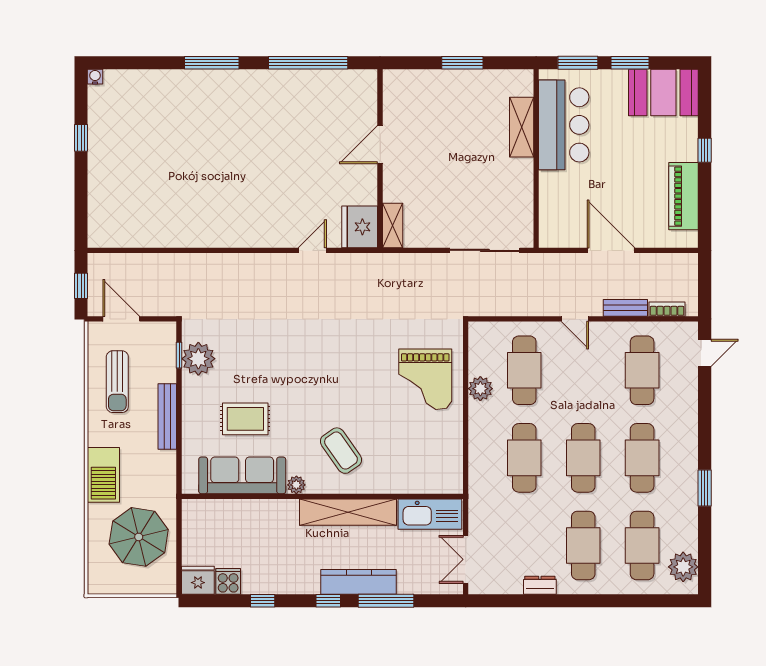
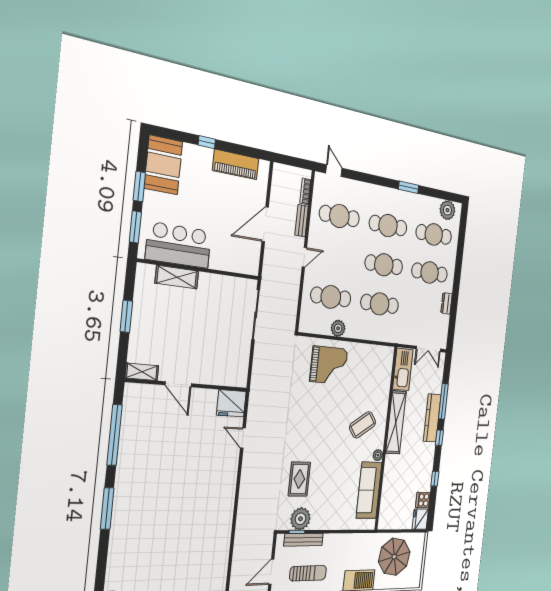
shelving: (393, 226) -> (142, 372), moved
bench: (167, 416) -> (304, 540), moved
rug: (245, 419) -> (299, 479), moved

